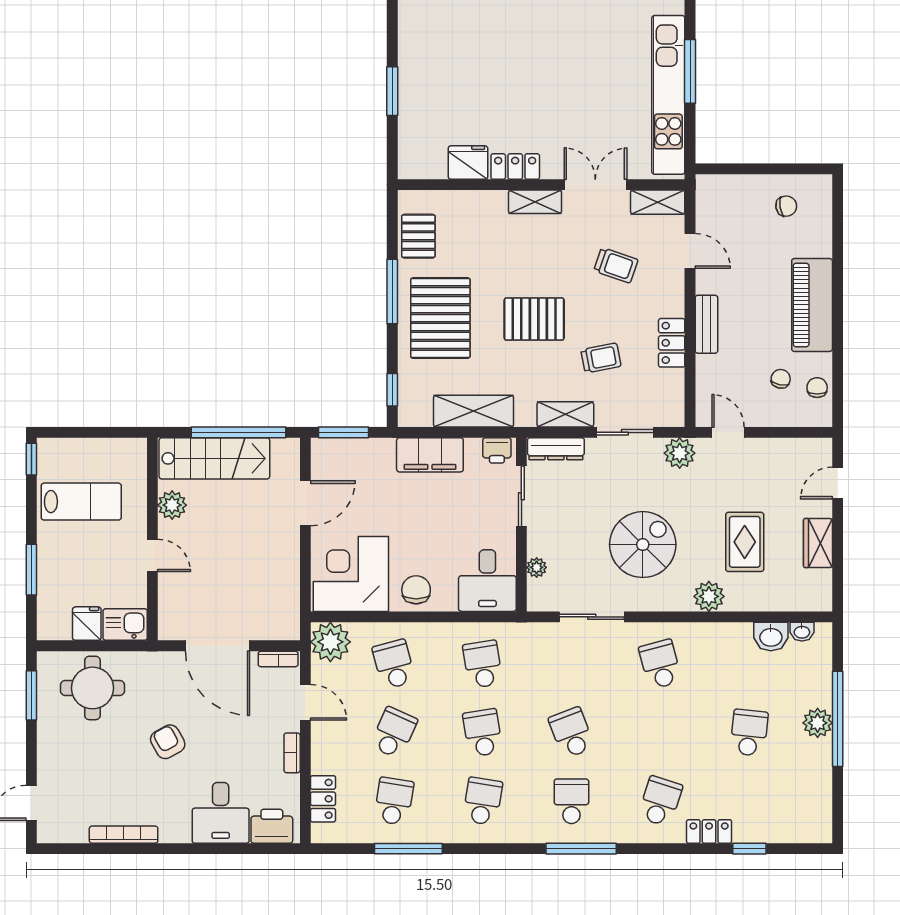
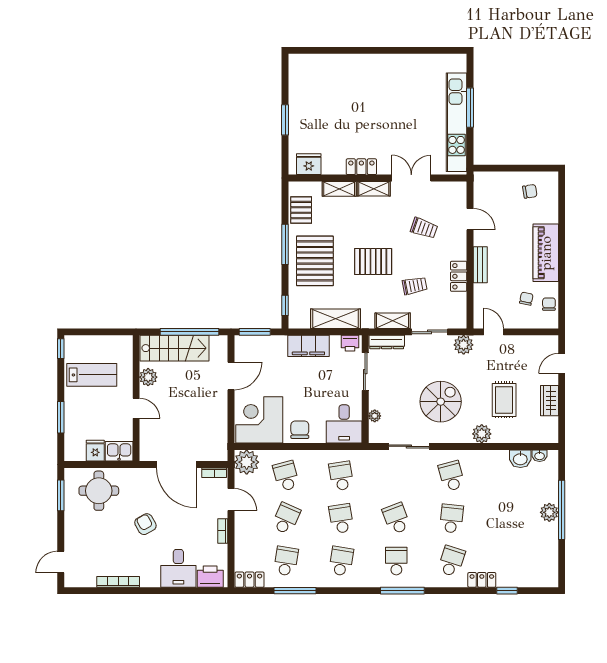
fridge: (468, 162) -> (309, 164), moved
shelving: (658, 202) -> (339, 189), moved
school desk: (749, 733) -> (452, 519), moved
locker: (323, 799) -> (250, 580), moved, turned -90

